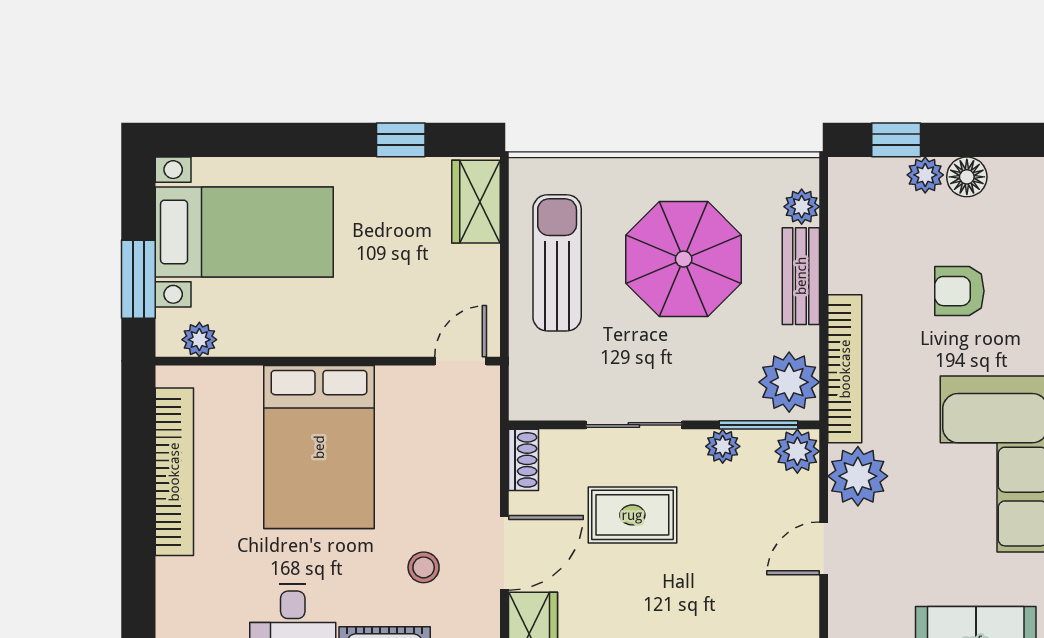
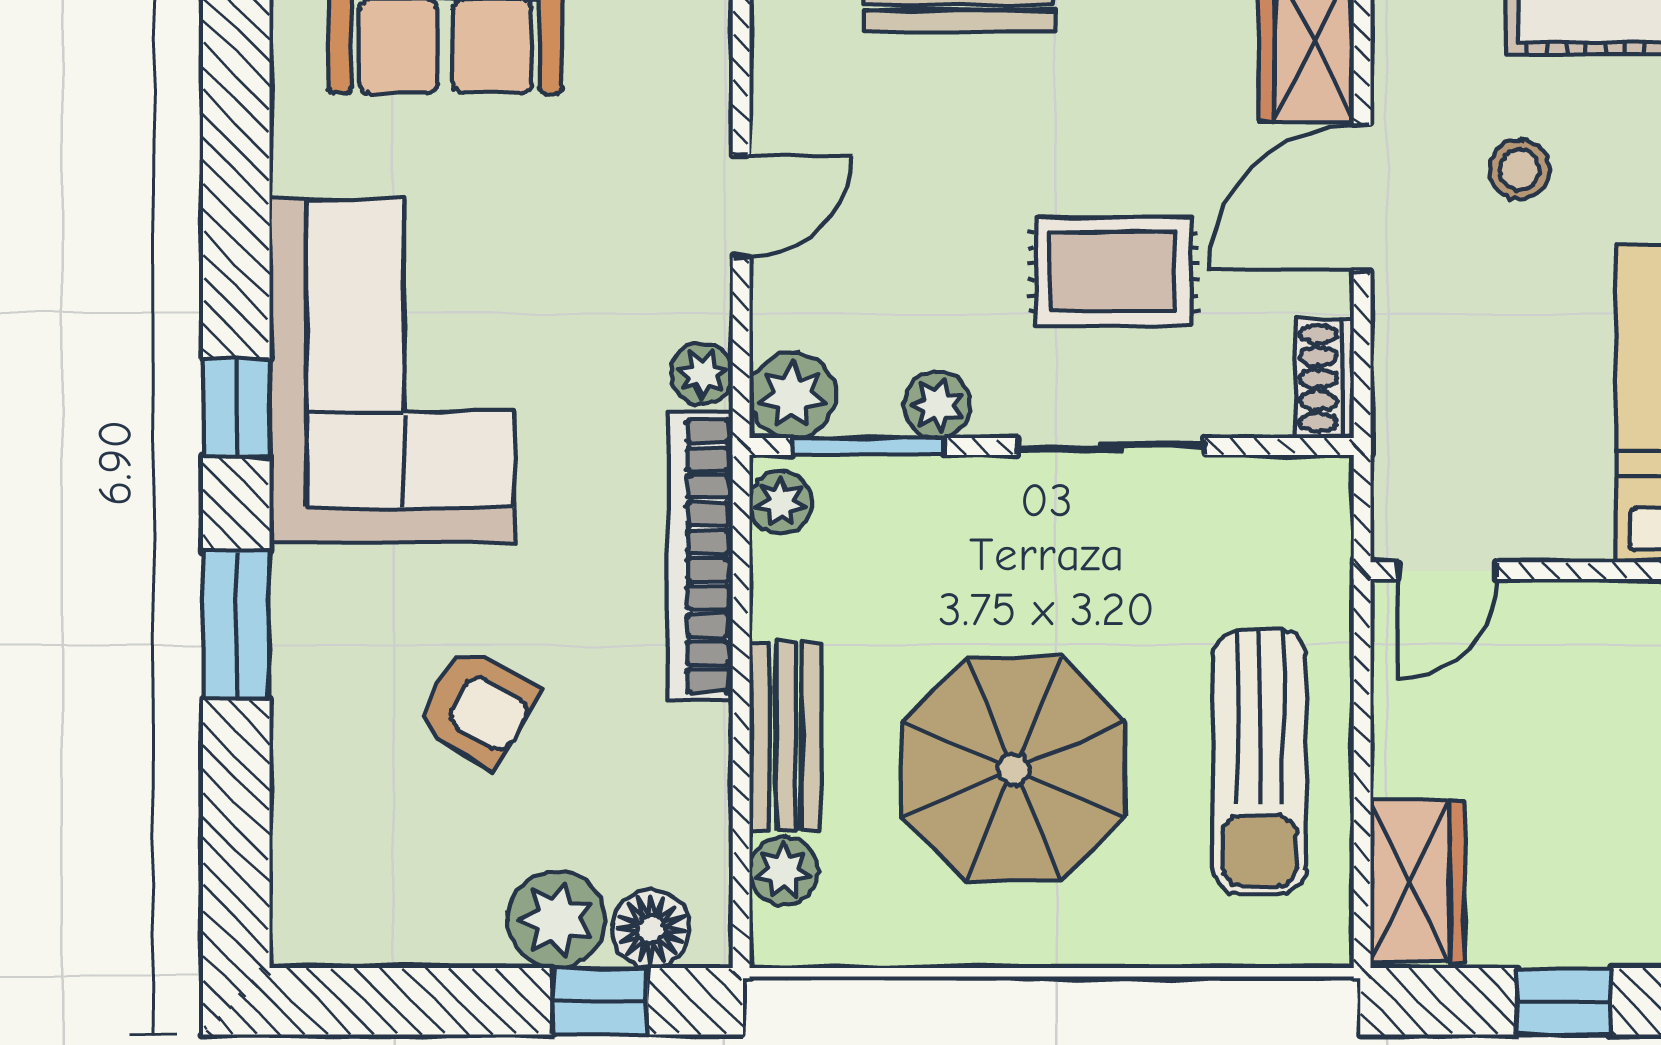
plant: (925, 175) -> (557, 920), width x1.38, depth x1.38
floor lamp: (967, 177) -> (651, 929), moved
armchair: (959, 291) -> (477, 707), turned 30
plant: (789, 382) -> (781, 502), width x0.53, depth x0.53
plant: (858, 476) -> (702, 374), width x0.53, depth x0.53

